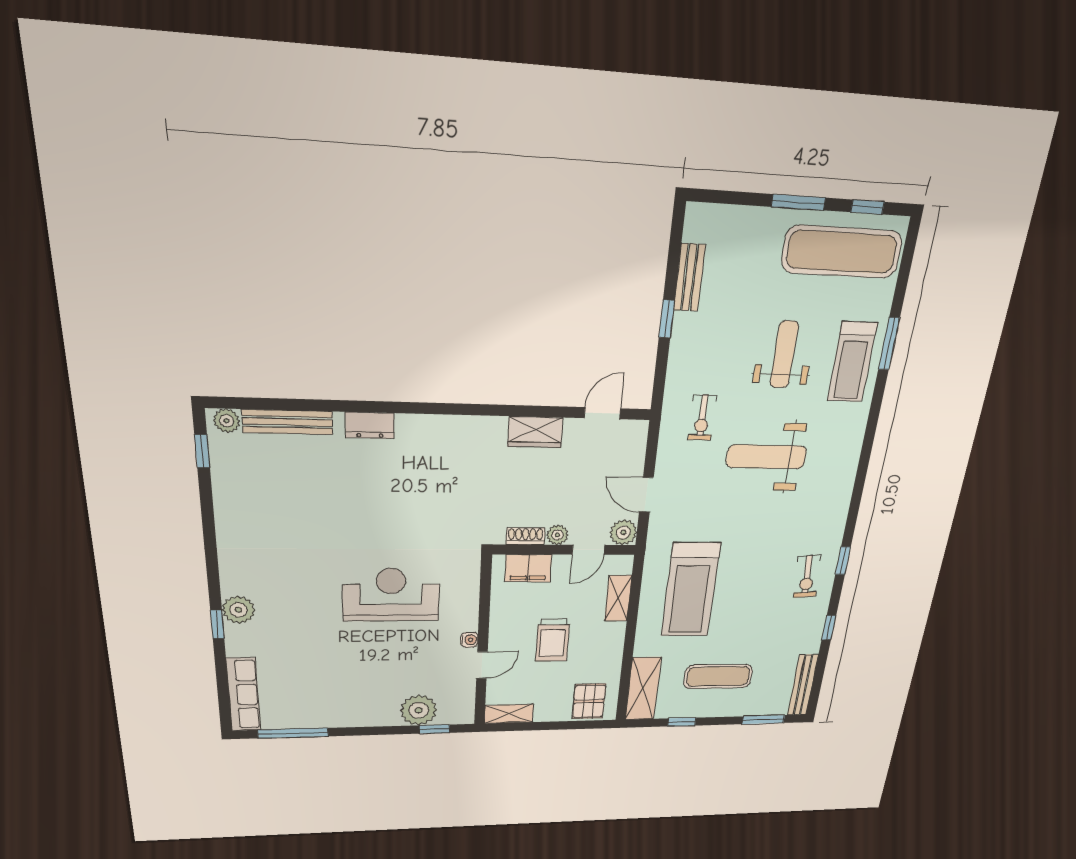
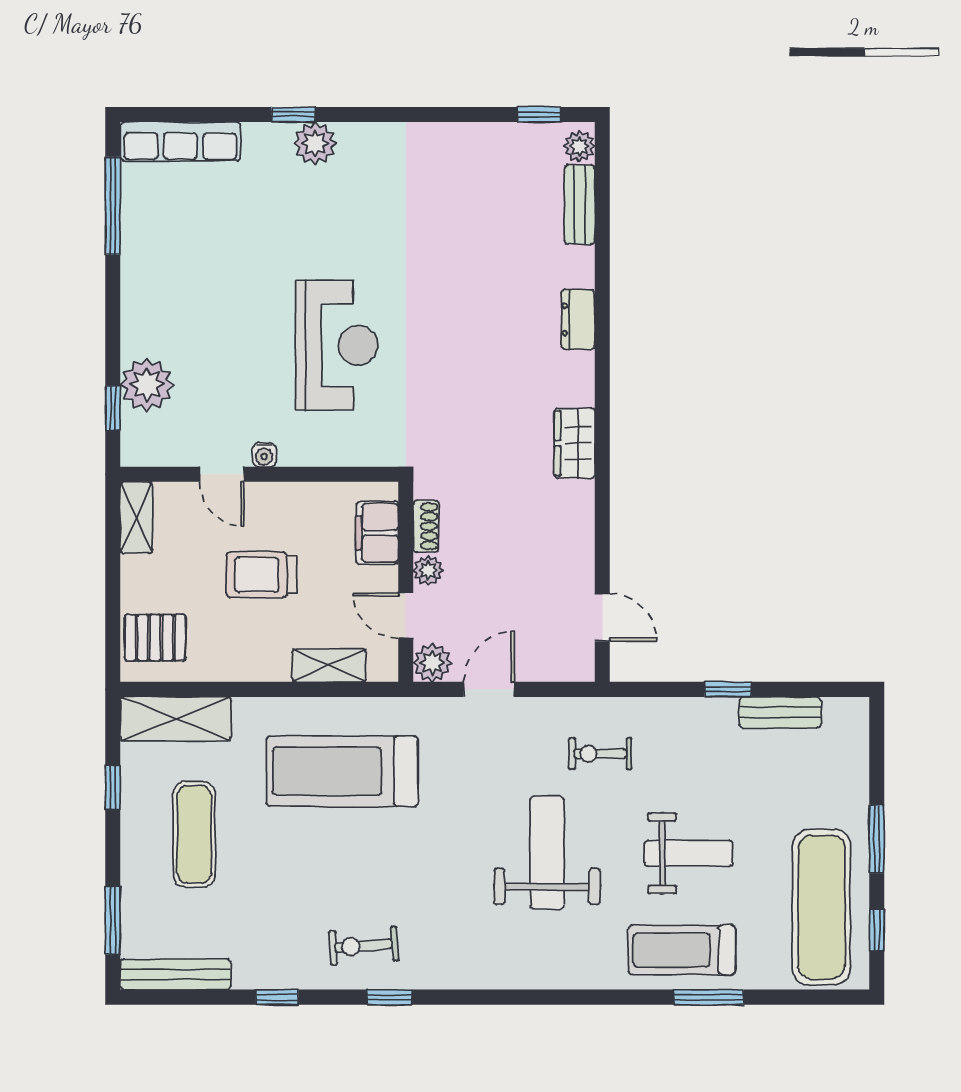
bench: (287, 422) -> (580, 205), width x0.73
wardrobe: (535, 432) -> (575, 443), moved

